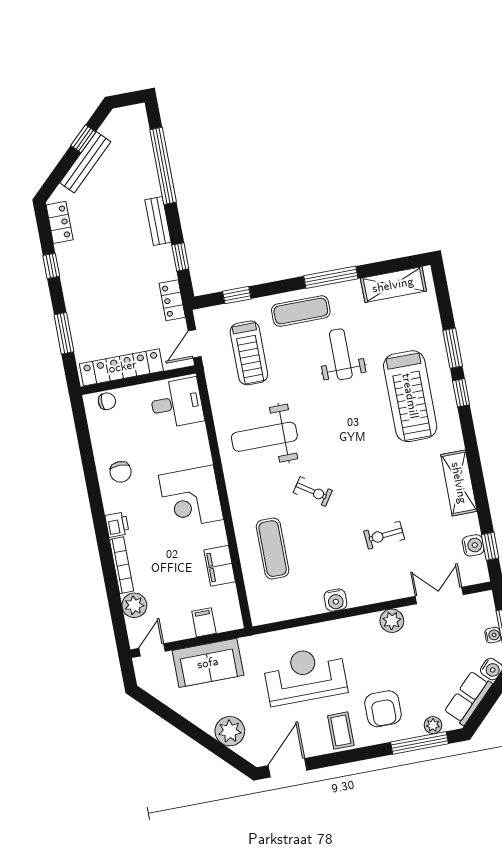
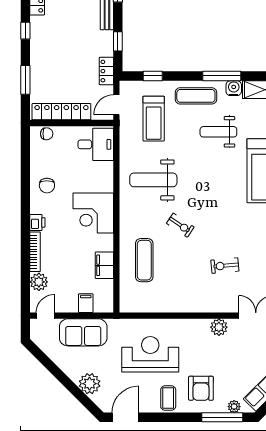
weight bench: (341, 354) -> (218, 132), turned -90
water cooler: (335, 600) -> (234, 88), moved, turned 180

